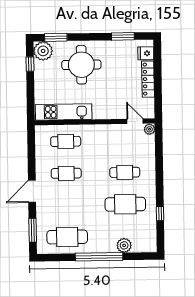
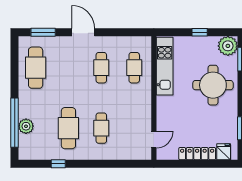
window: (30, 64) -> (200, 32), moved
plant: (150, 129) -> (145, 154), removed
window: (99, 257) -> (15, 123), moved

